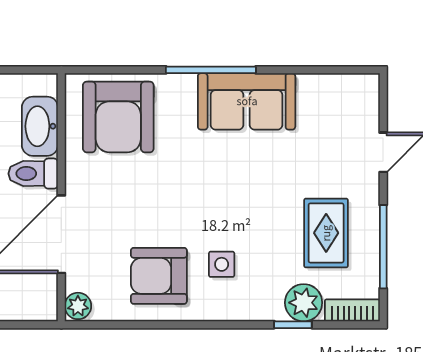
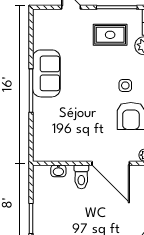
armchair: (118, 117) -> (54, 136), removed
washbasin: (40, 126) -> (58, 171), width x0.52, depth x0.69

